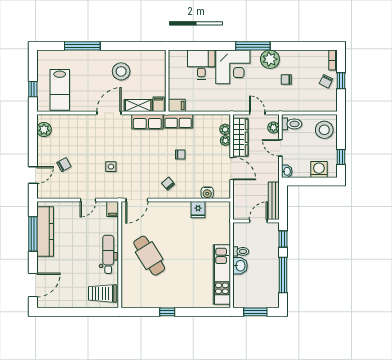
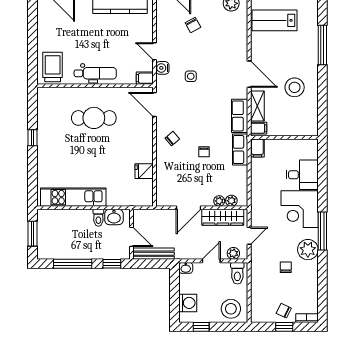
water cooler: (207, 193) -> (162, 68), moved
cafe table: (149, 256) -> (94, 118), turned 32
washbasin: (240, 266) -> (114, 217), moved

